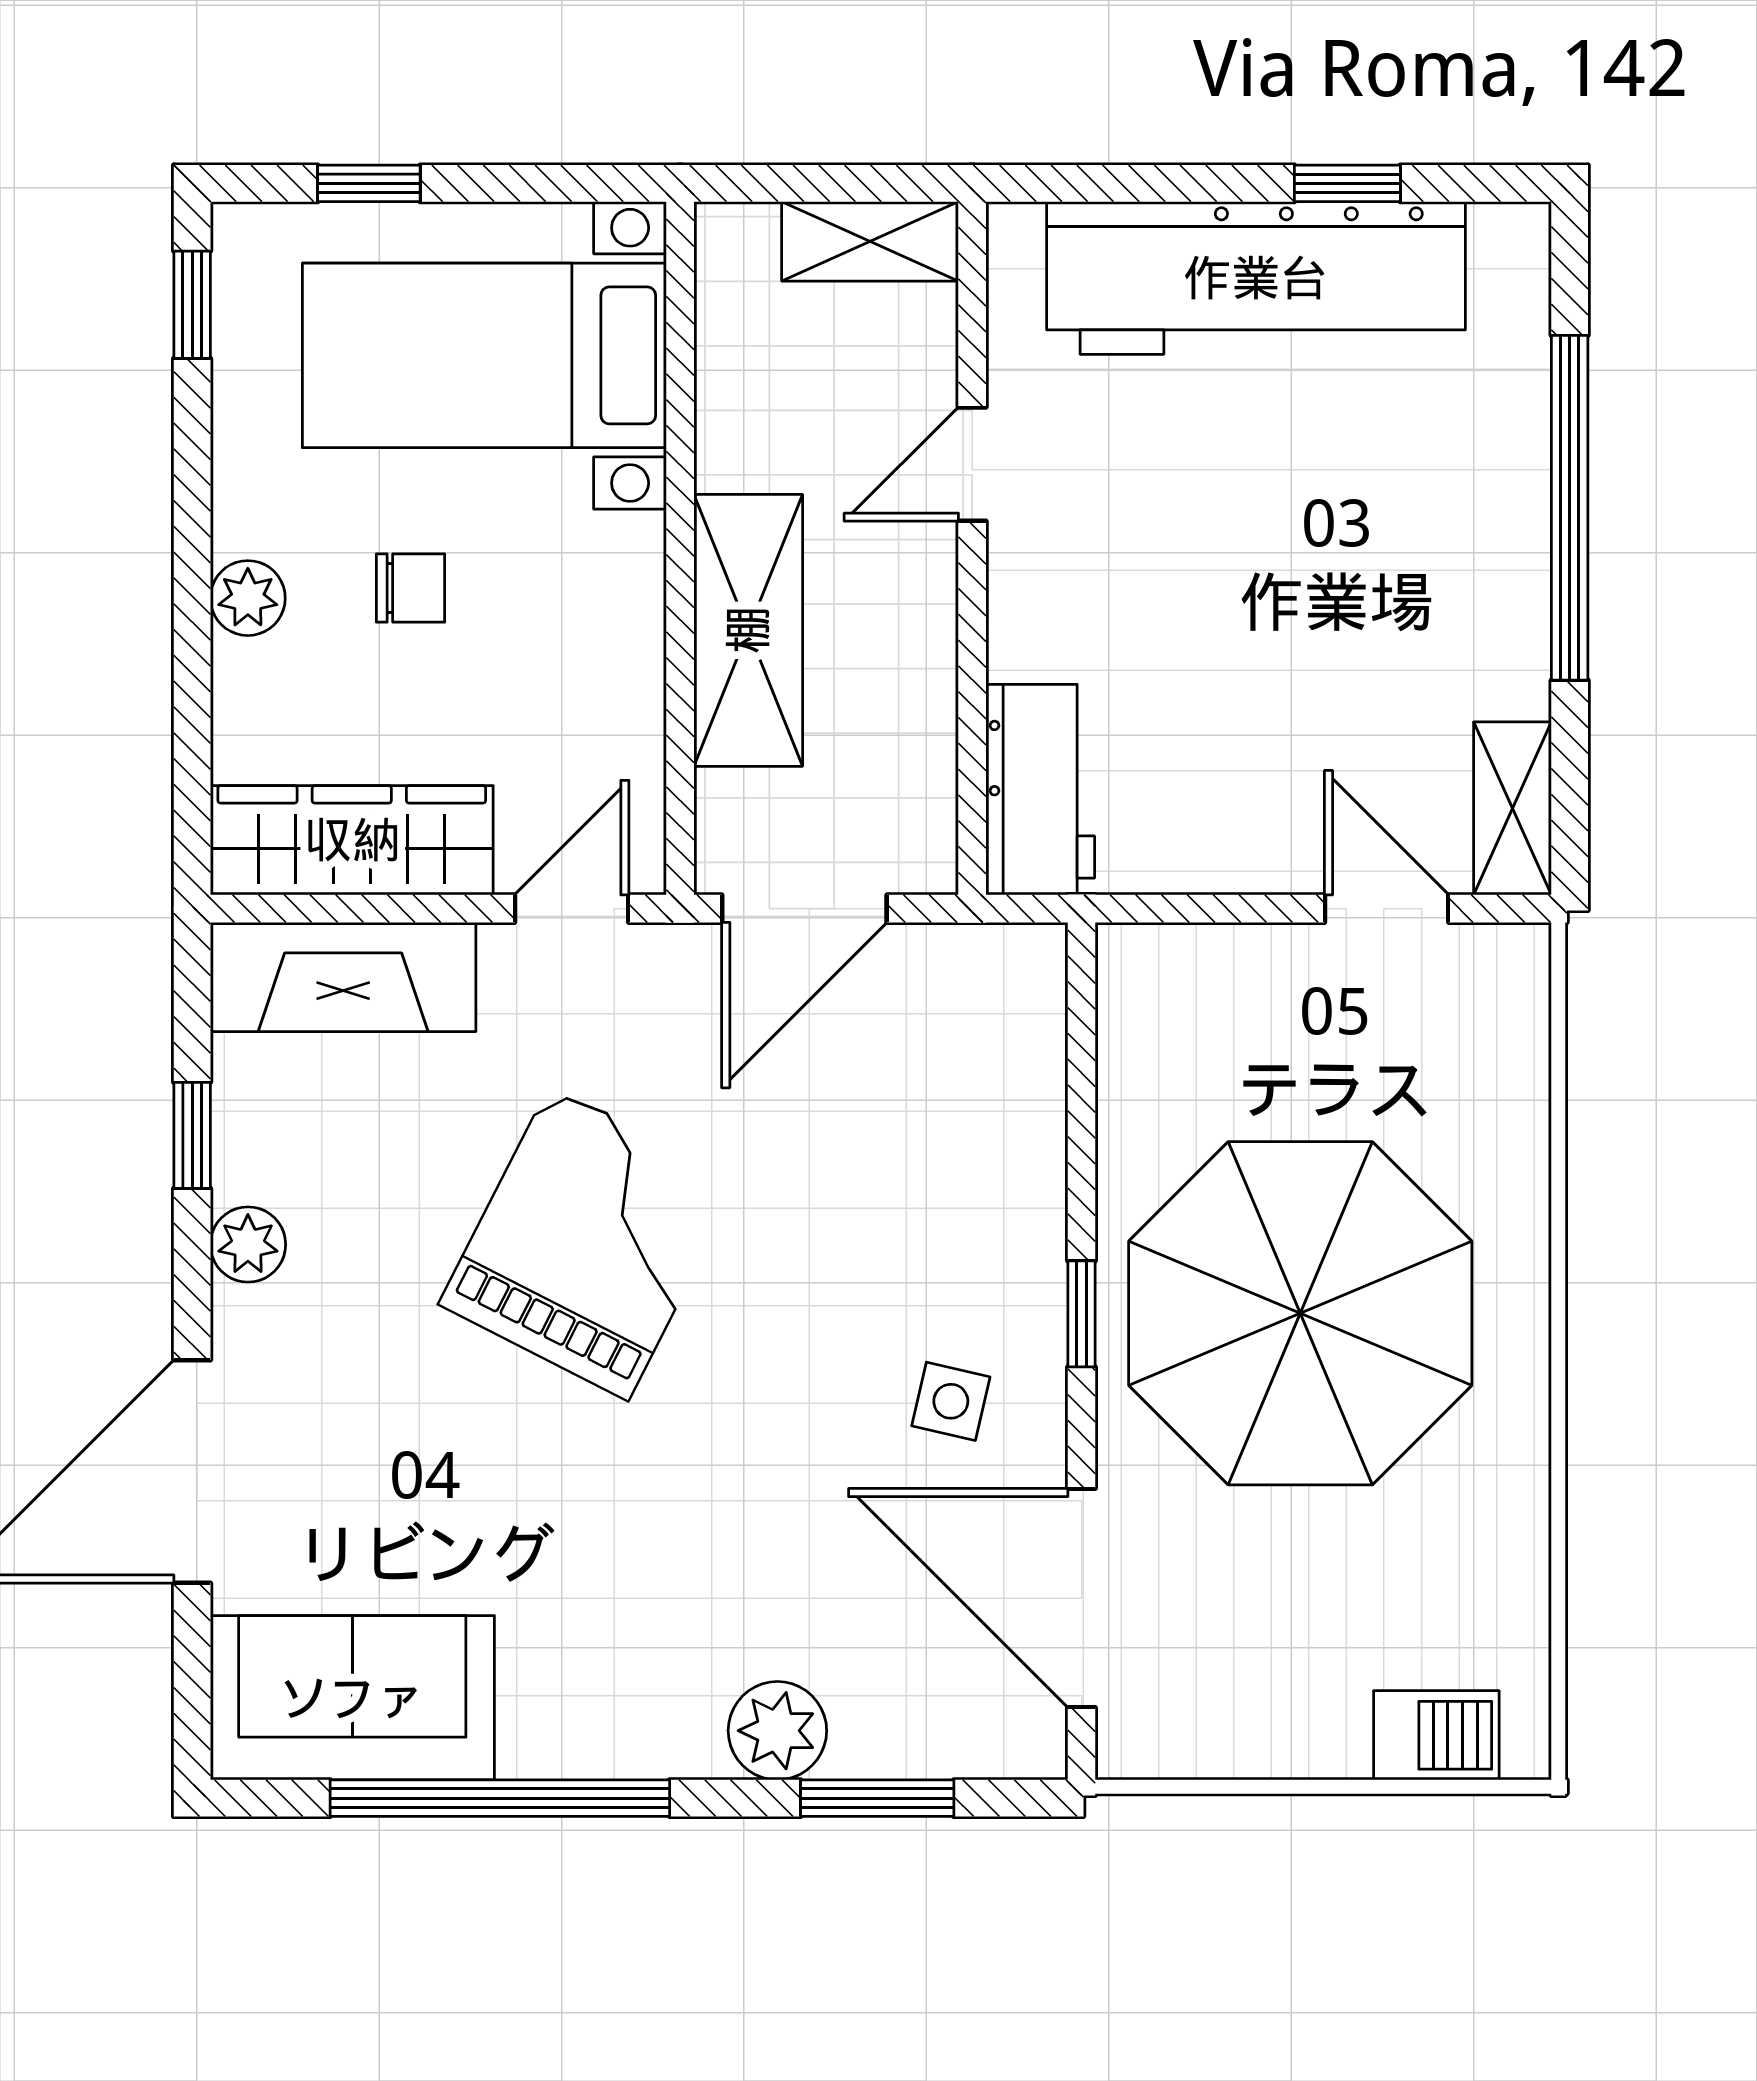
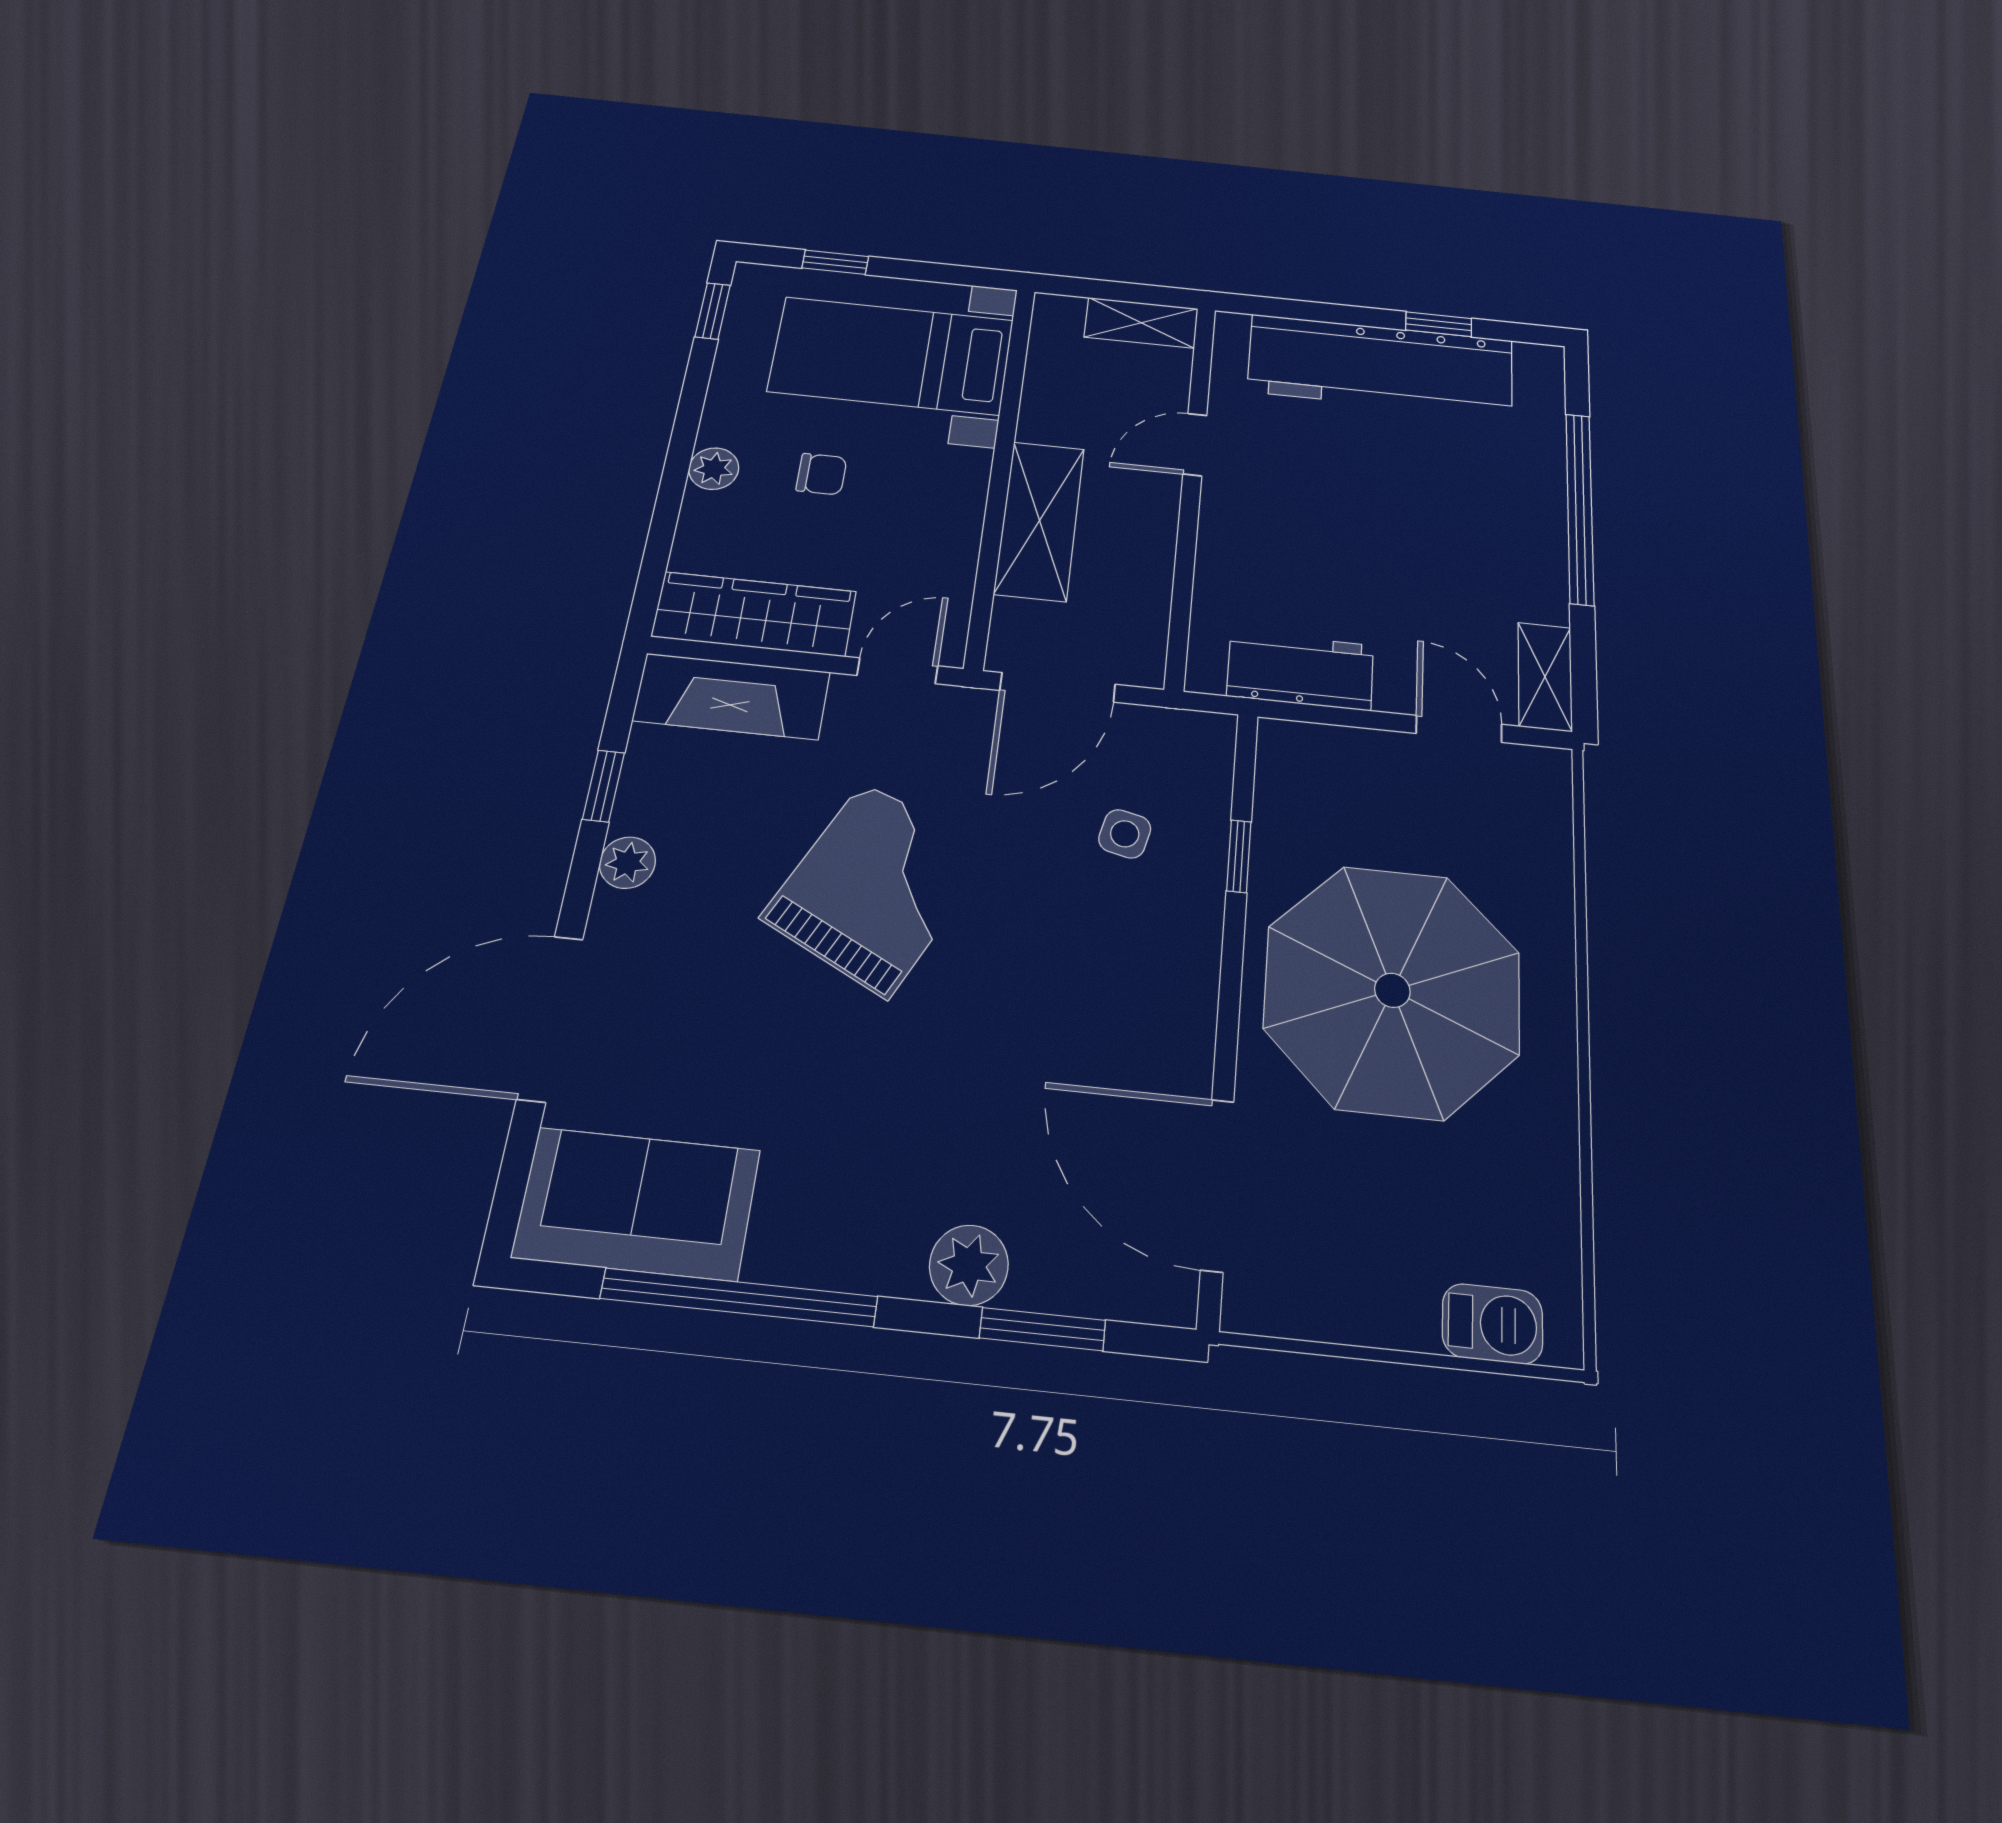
workbench: (1040, 790) -> (1300, 671), moved, turned -90
window: (1082, 1314) -> (1239, 856), moved
side table: (951, 1401) -> (1125, 834), moved

